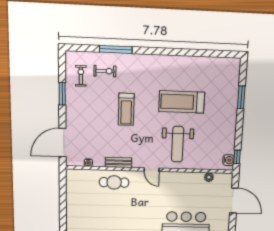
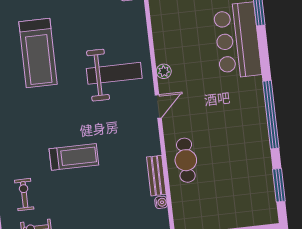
treadmill: (182, 102) -> (38, 53), moved
bench: (119, 162) -> (156, 176), moved
plant: (209, 177) -> (164, 71), moved

